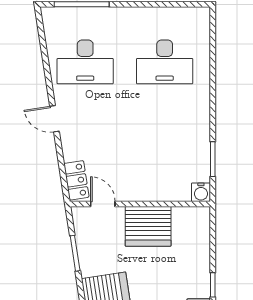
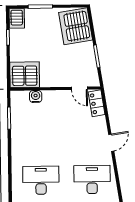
door: (54, 119) -> (111, 143), hinge flipped
water cooler: (201, 192) -> (36, 96), moved
server rack: (148, 226) -> (25, 75), moved

